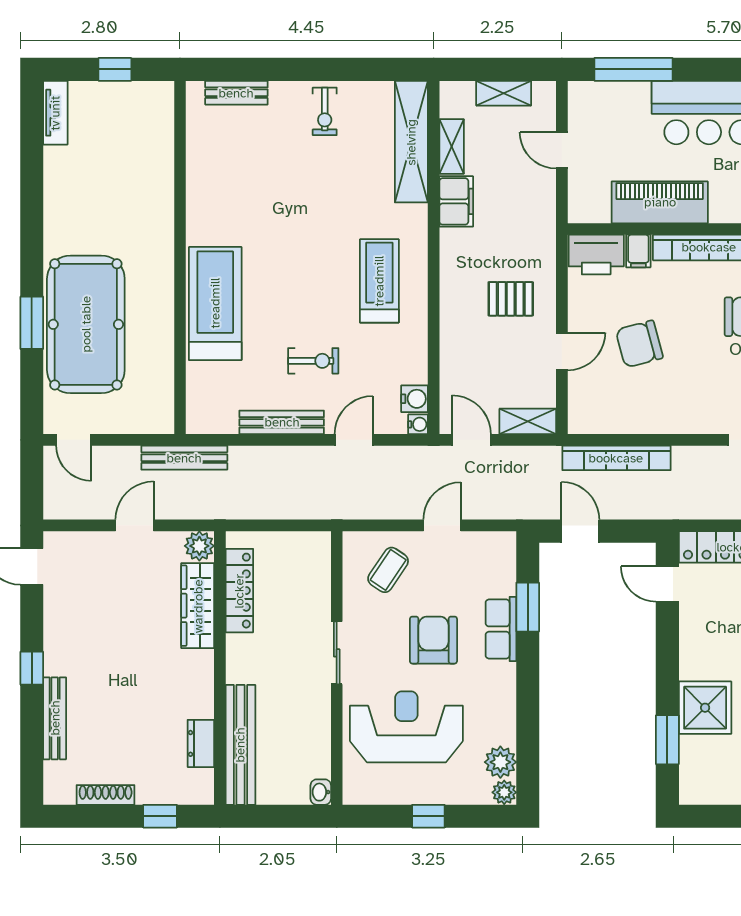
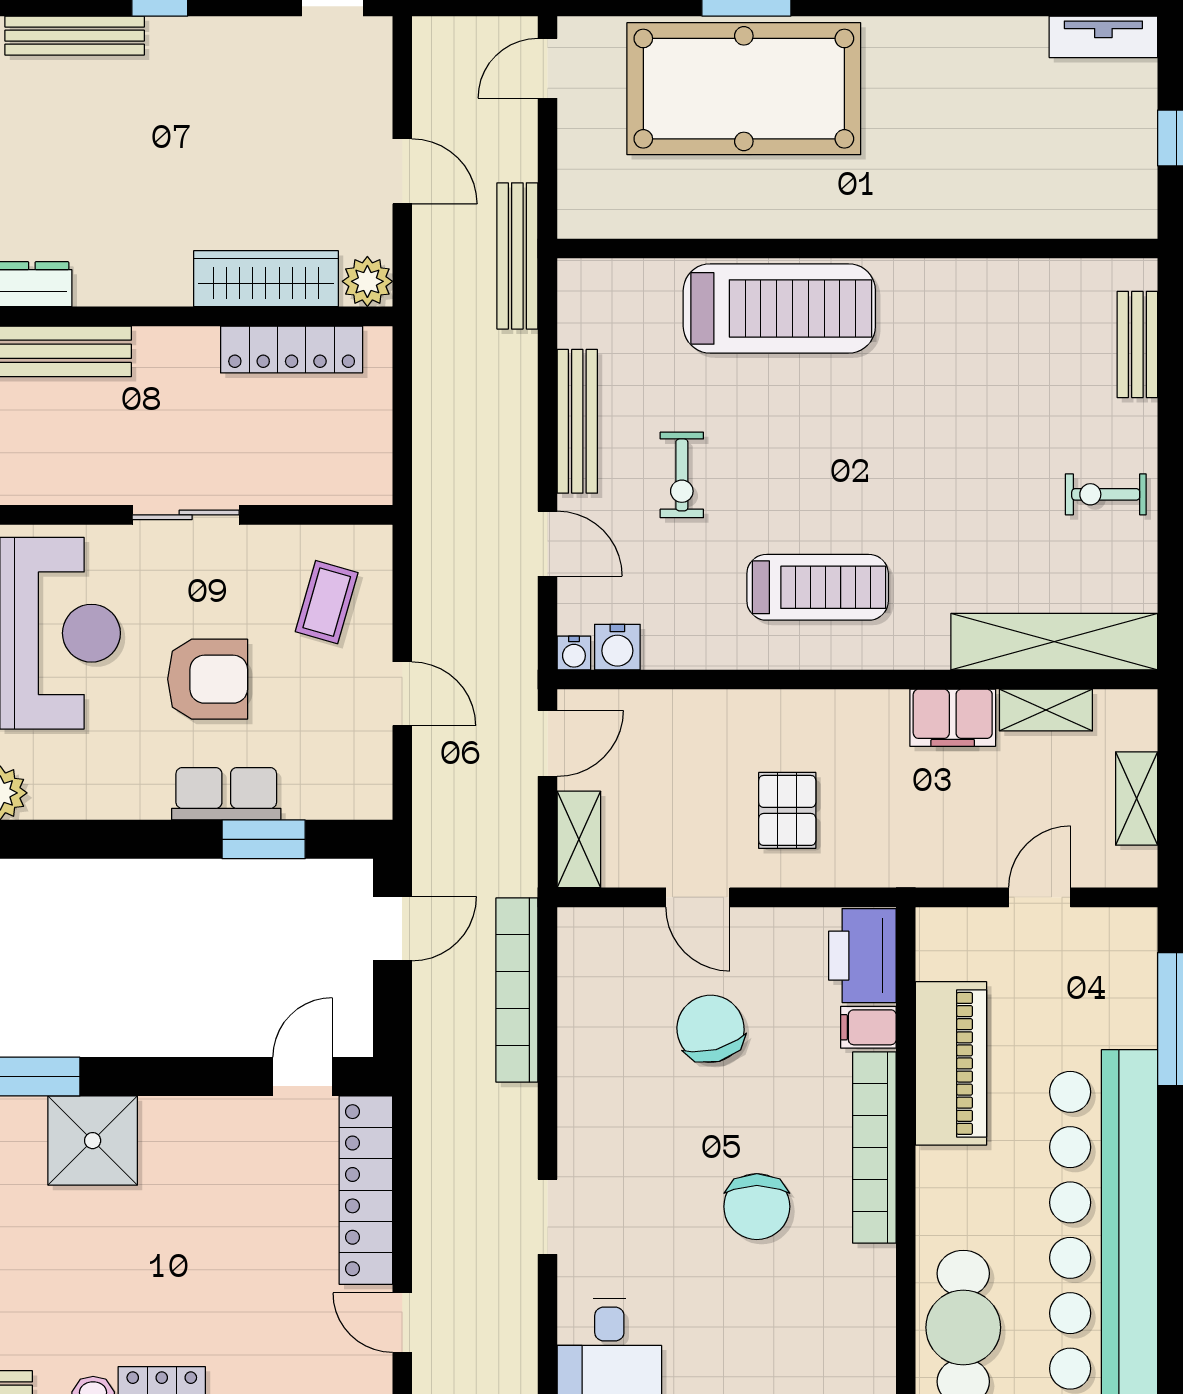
coffee table: (388, 570) -> (327, 602), turned 72

